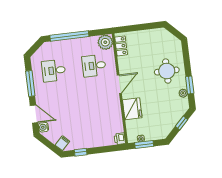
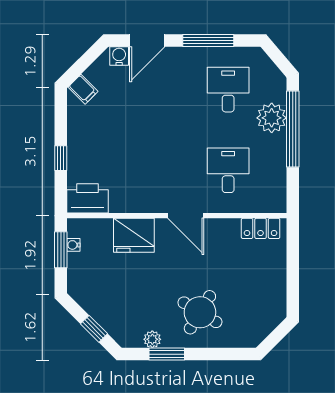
plant: (105, 42) -> (272, 118), moved
round table: (167, 71) -> (200, 312), turned 31
printer: (120, 139) -> (87, 198), width x1.87, depth x1.48
window: (81, 152) -> (61, 158), moved

